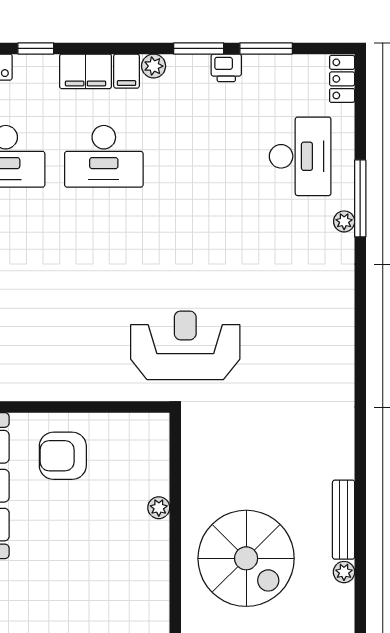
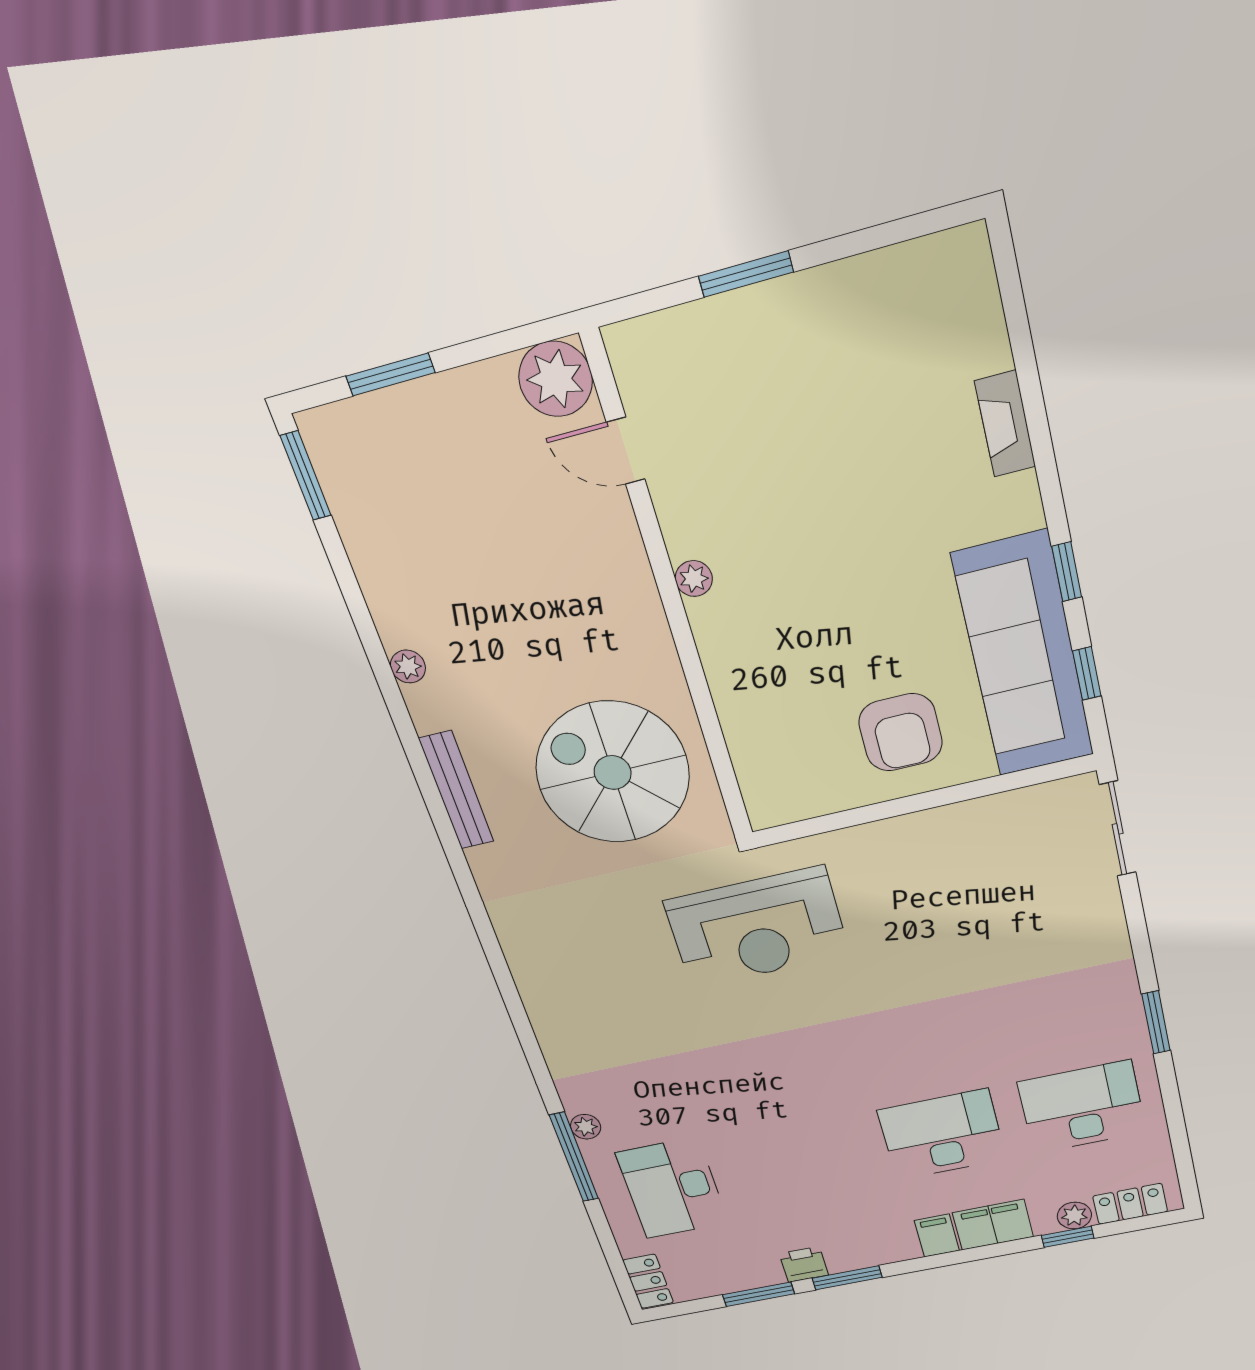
plant: (154, 66) -> (1074, 1216), moved
armchair: (63, 456) -> (901, 732), turned 90
plant: (159, 508) -> (694, 579), moved
bench: (344, 520) -> (456, 790), moved
spiral stairs: (246, 558) -> (613, 772), moved

